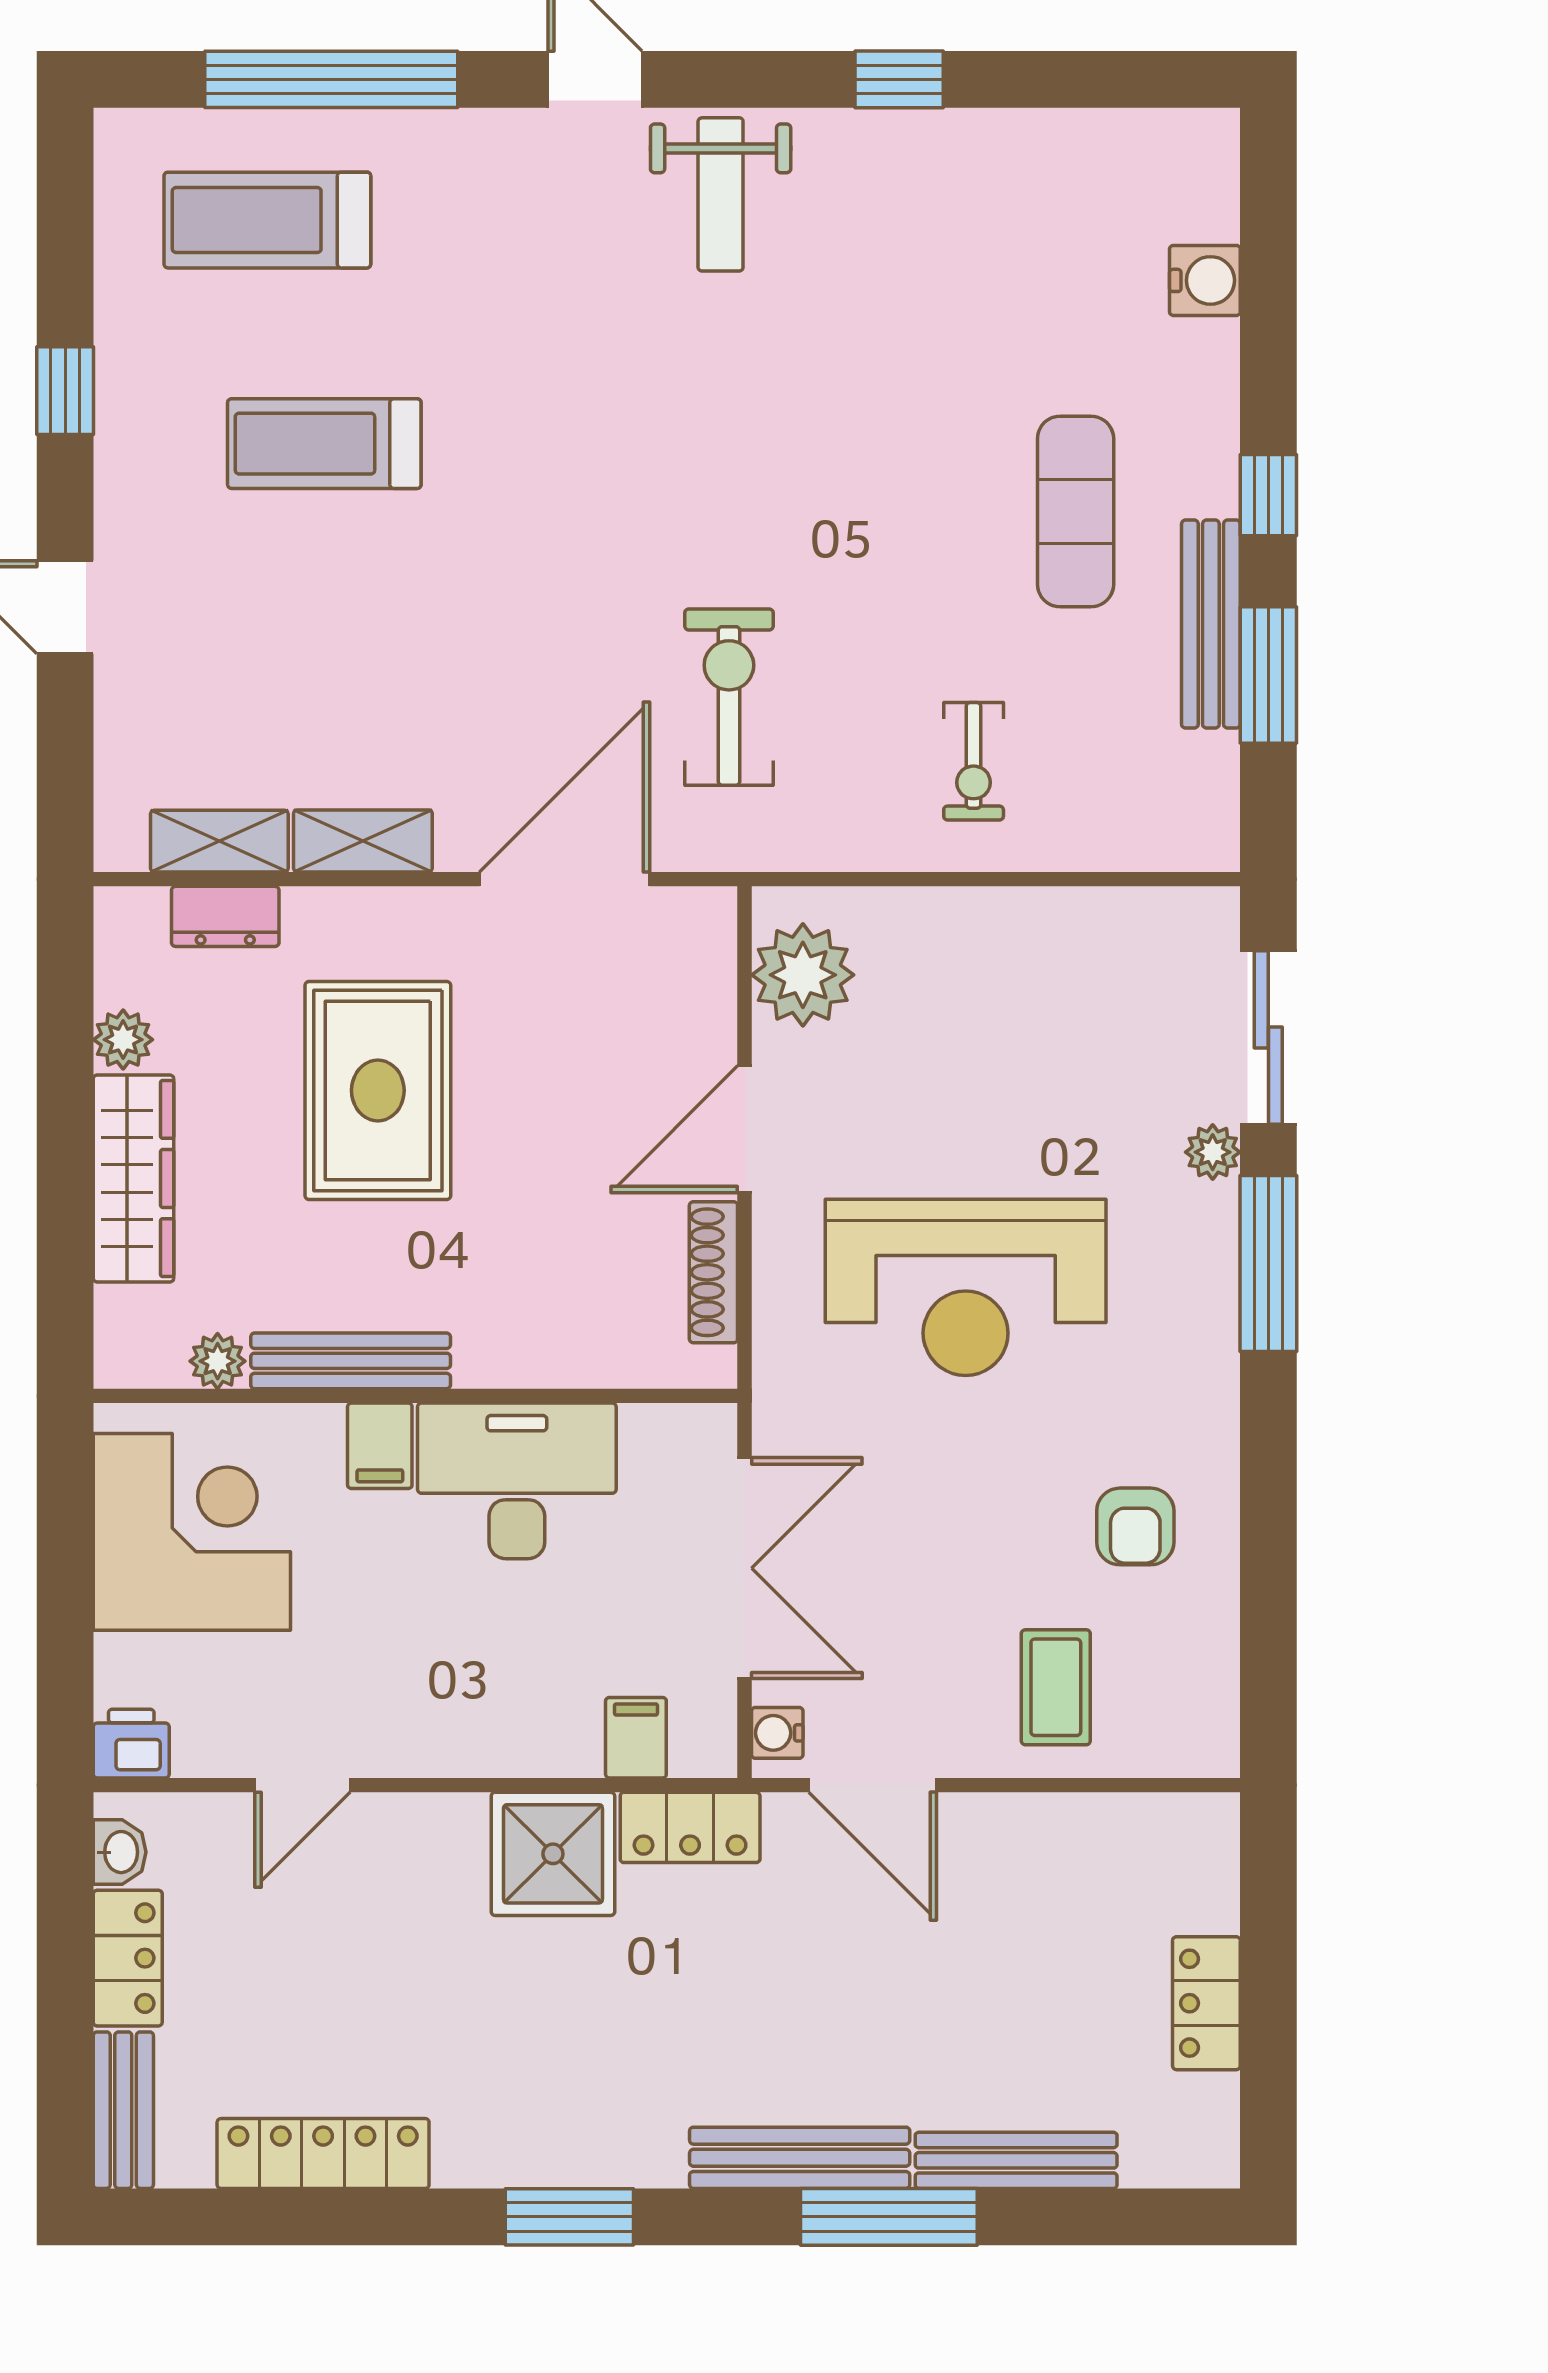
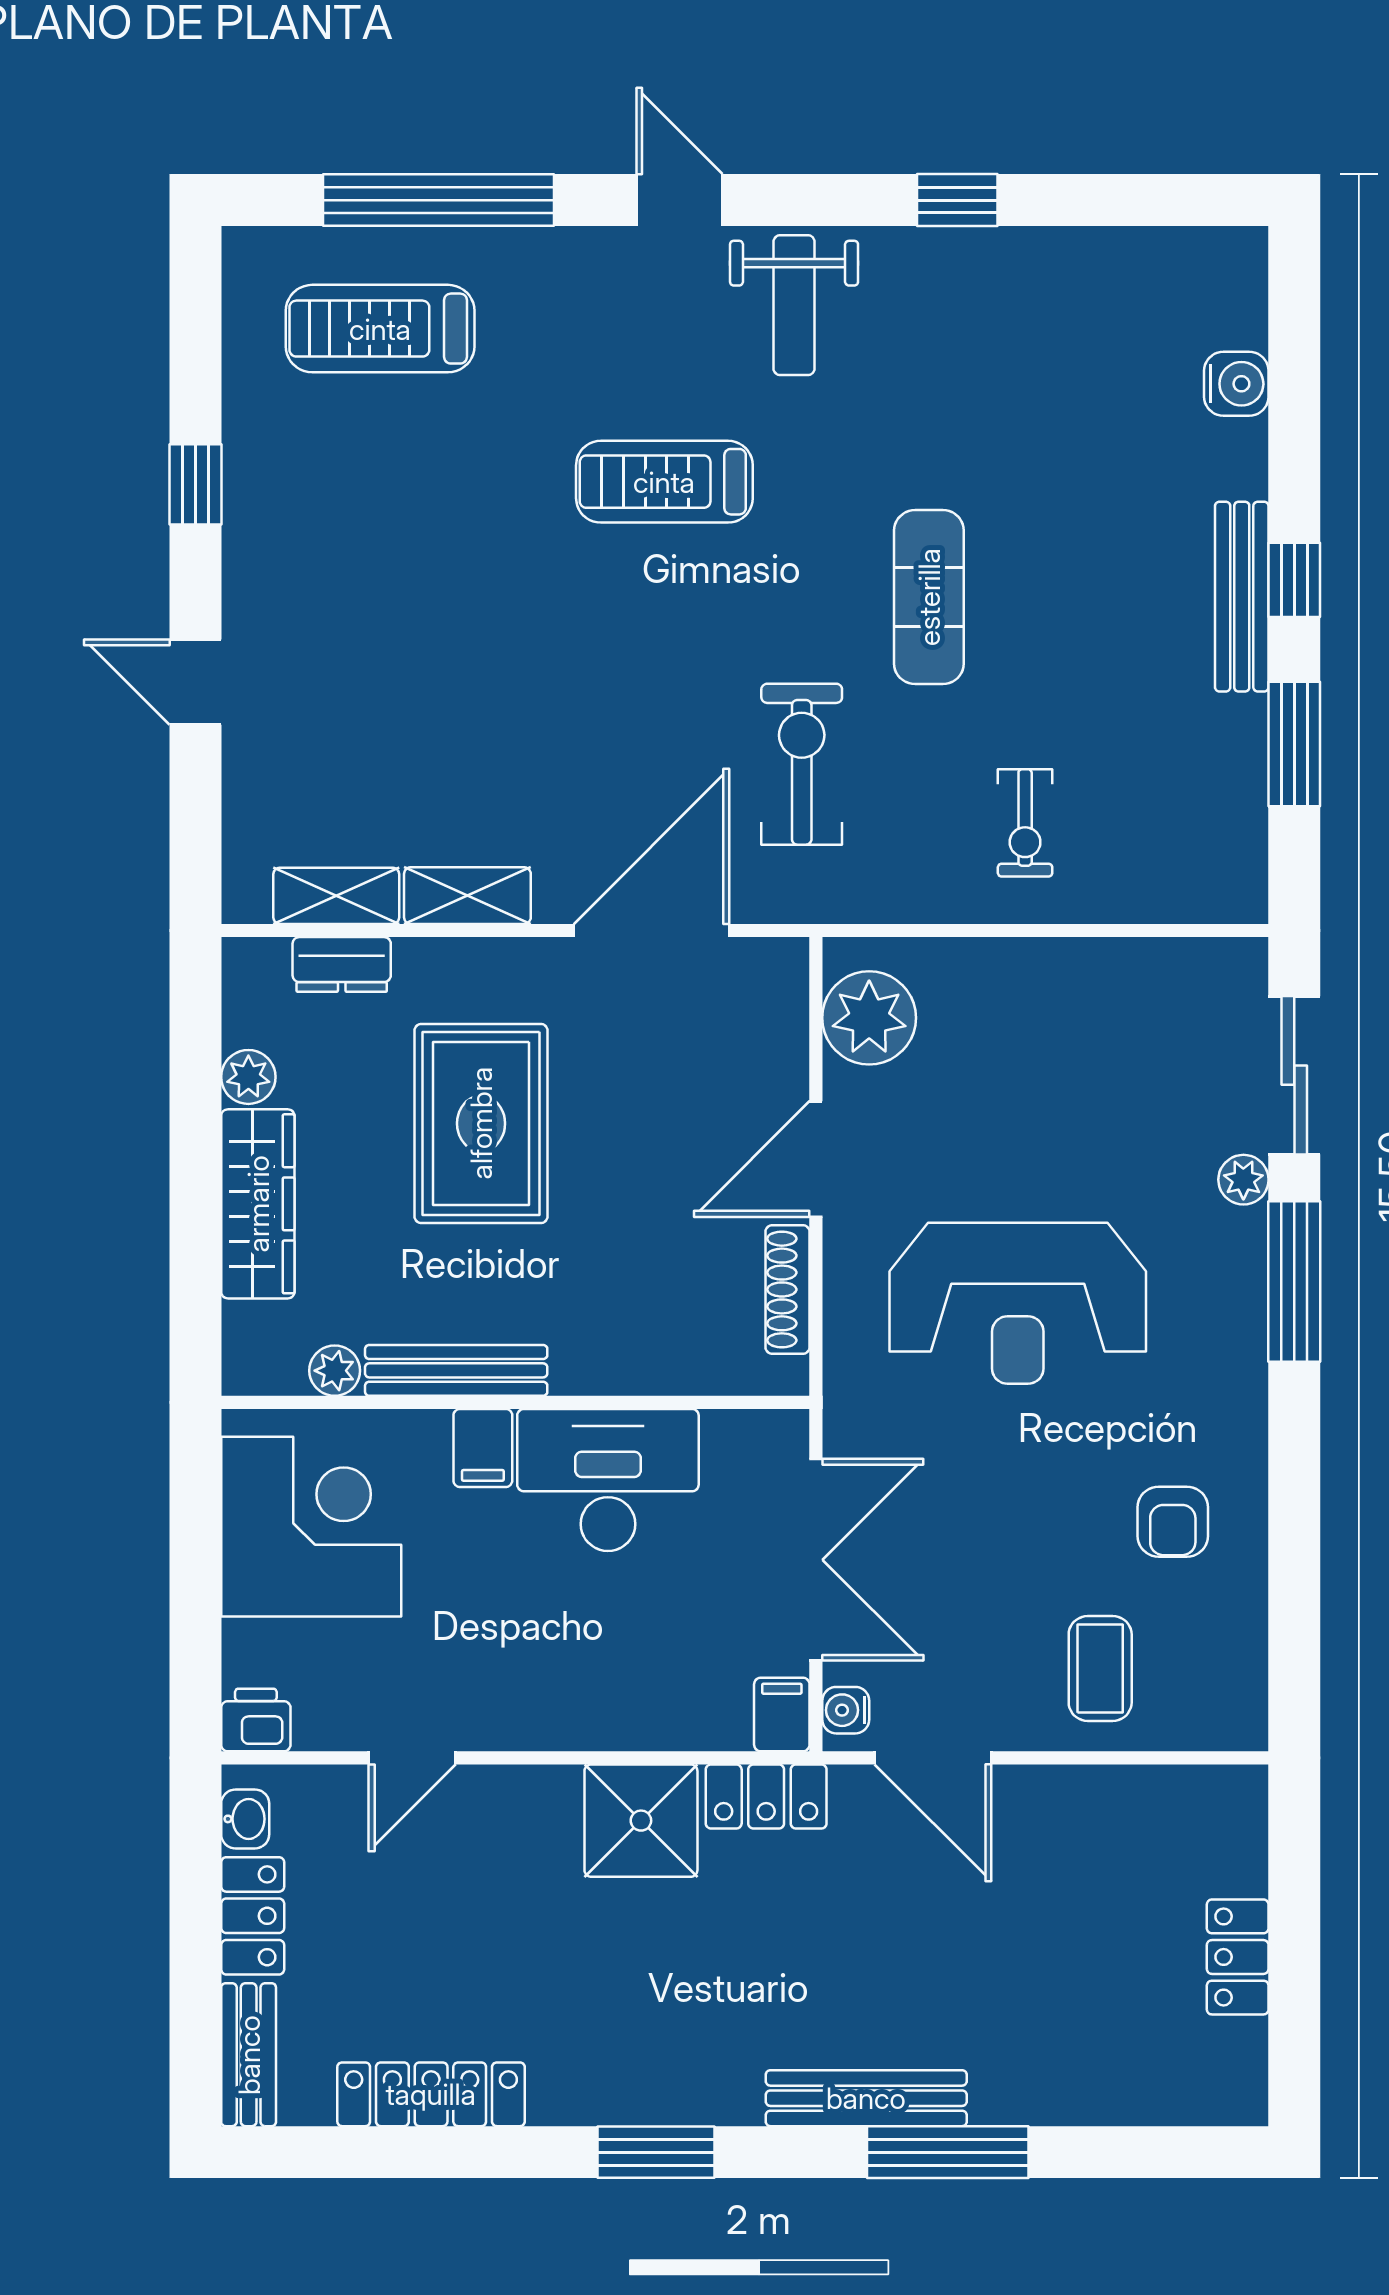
treadmill: (324, 444) -> (664, 482), moved
exercise mat: (1076, 511) -> (929, 597), moved
bench: (1211, 624) -> (1242, 597), moved
filing cabinet: (636, 1738) -> (782, 1715), moved
bench: (1016, 2160) -> (1064, 2100), removed

